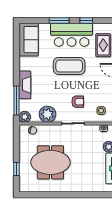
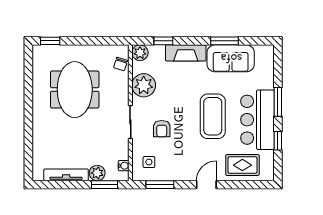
sofa: (29, 40) -> (231, 58), moved
window: (17, 58) -> (225, 41), added
window: (17, 100) -> (163, 41), width x0.46
window: (17, 169) -> (50, 41), moved

